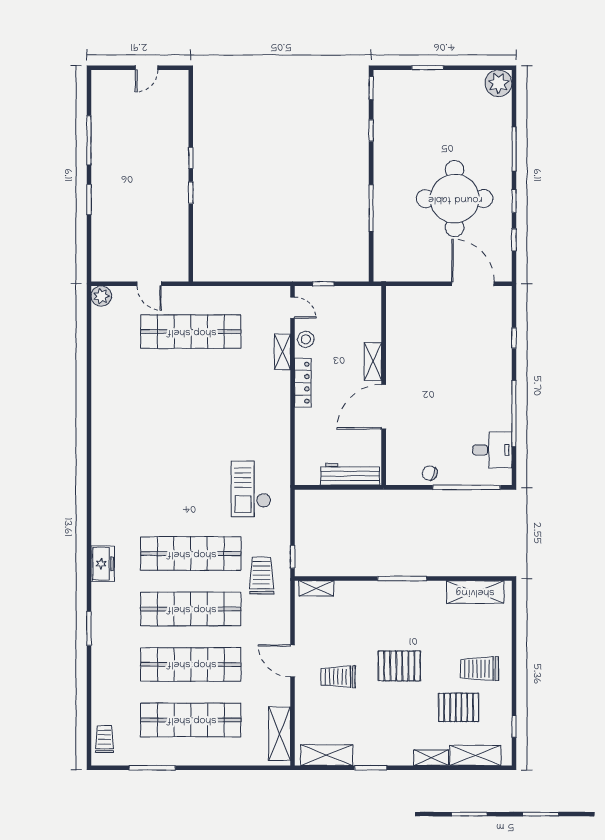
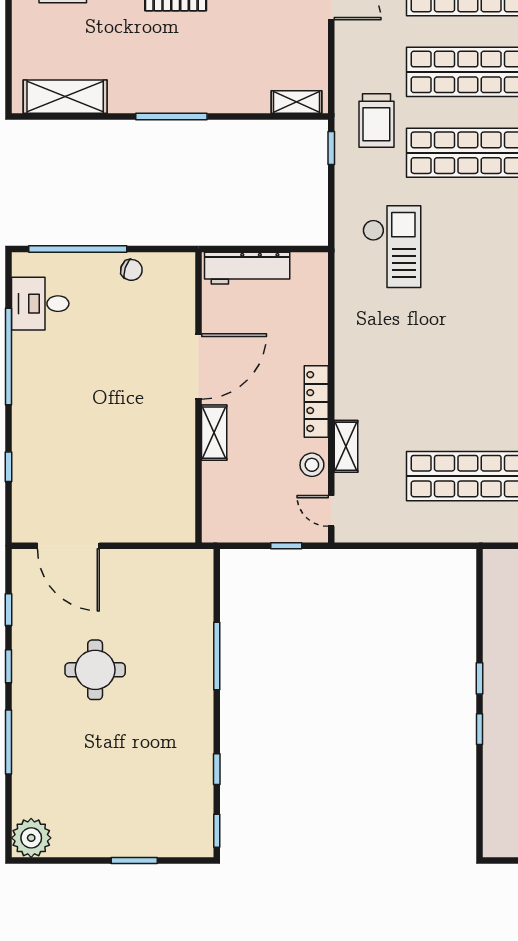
round table: (455, 199) -> (95, 670), width x0.54, depth x0.54

